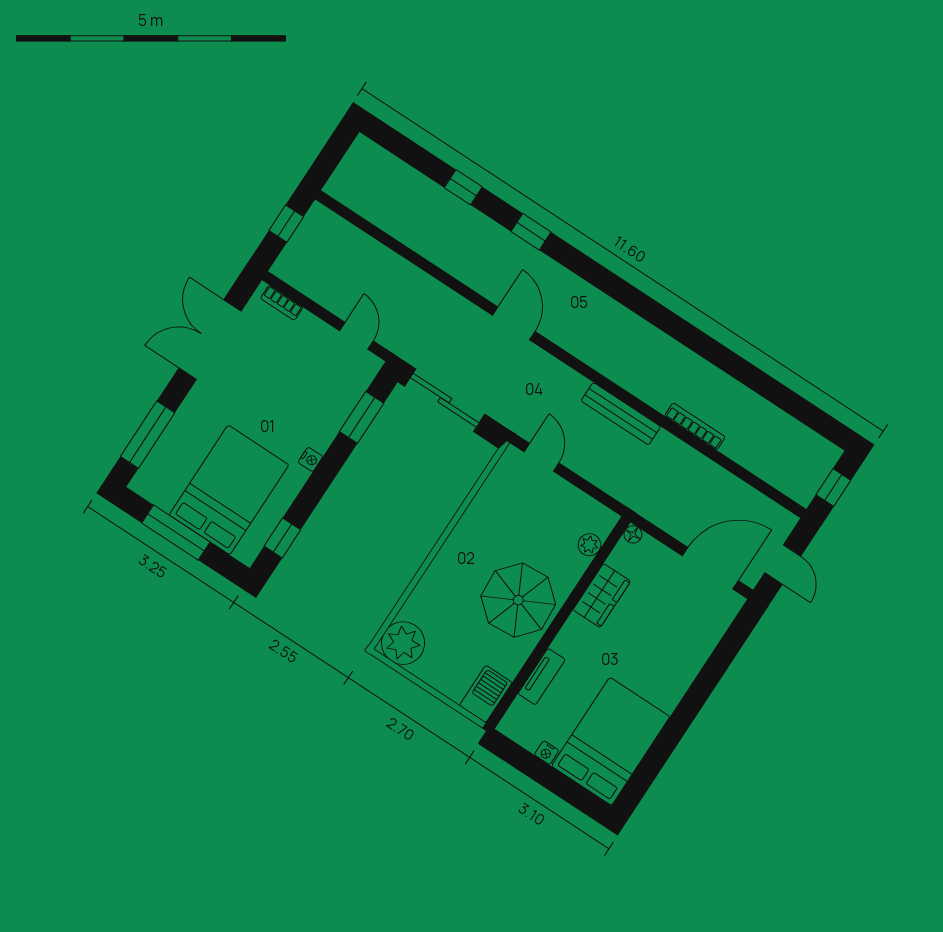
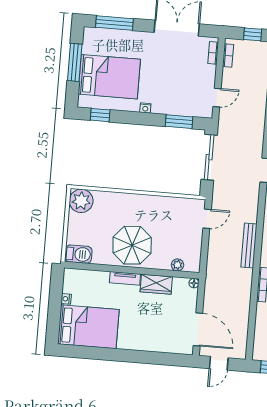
bookcase: (299, 281) -> (228, 56), added
tv unit: (542, 677) -> (125, 278), moved

